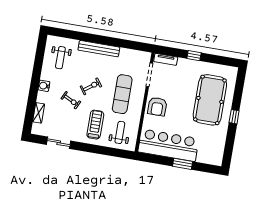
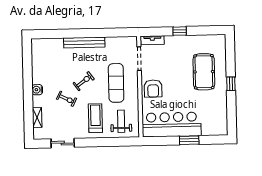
weight bench: (60, 58) -> (48, 59), removed
pool table: (210, 100) -> (204, 72), width x0.73, depth x0.76

